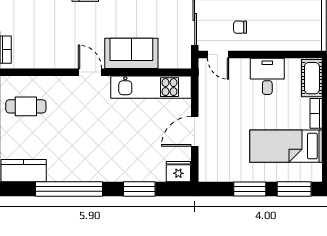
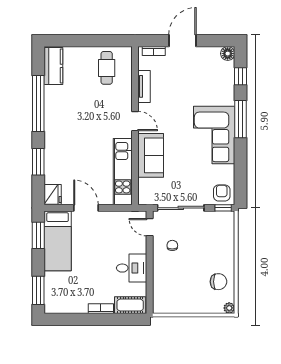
door: (218, 55) -> (150, 227), hinge flipped
tv unit: (48, 61) -> (144, 86), added
door: (90, 72) -> (135, 121), hinge flipped
bed: (286, 146) -> (58, 241), moved, turned 180
window: (250, 189) -> (38, 235), moved

